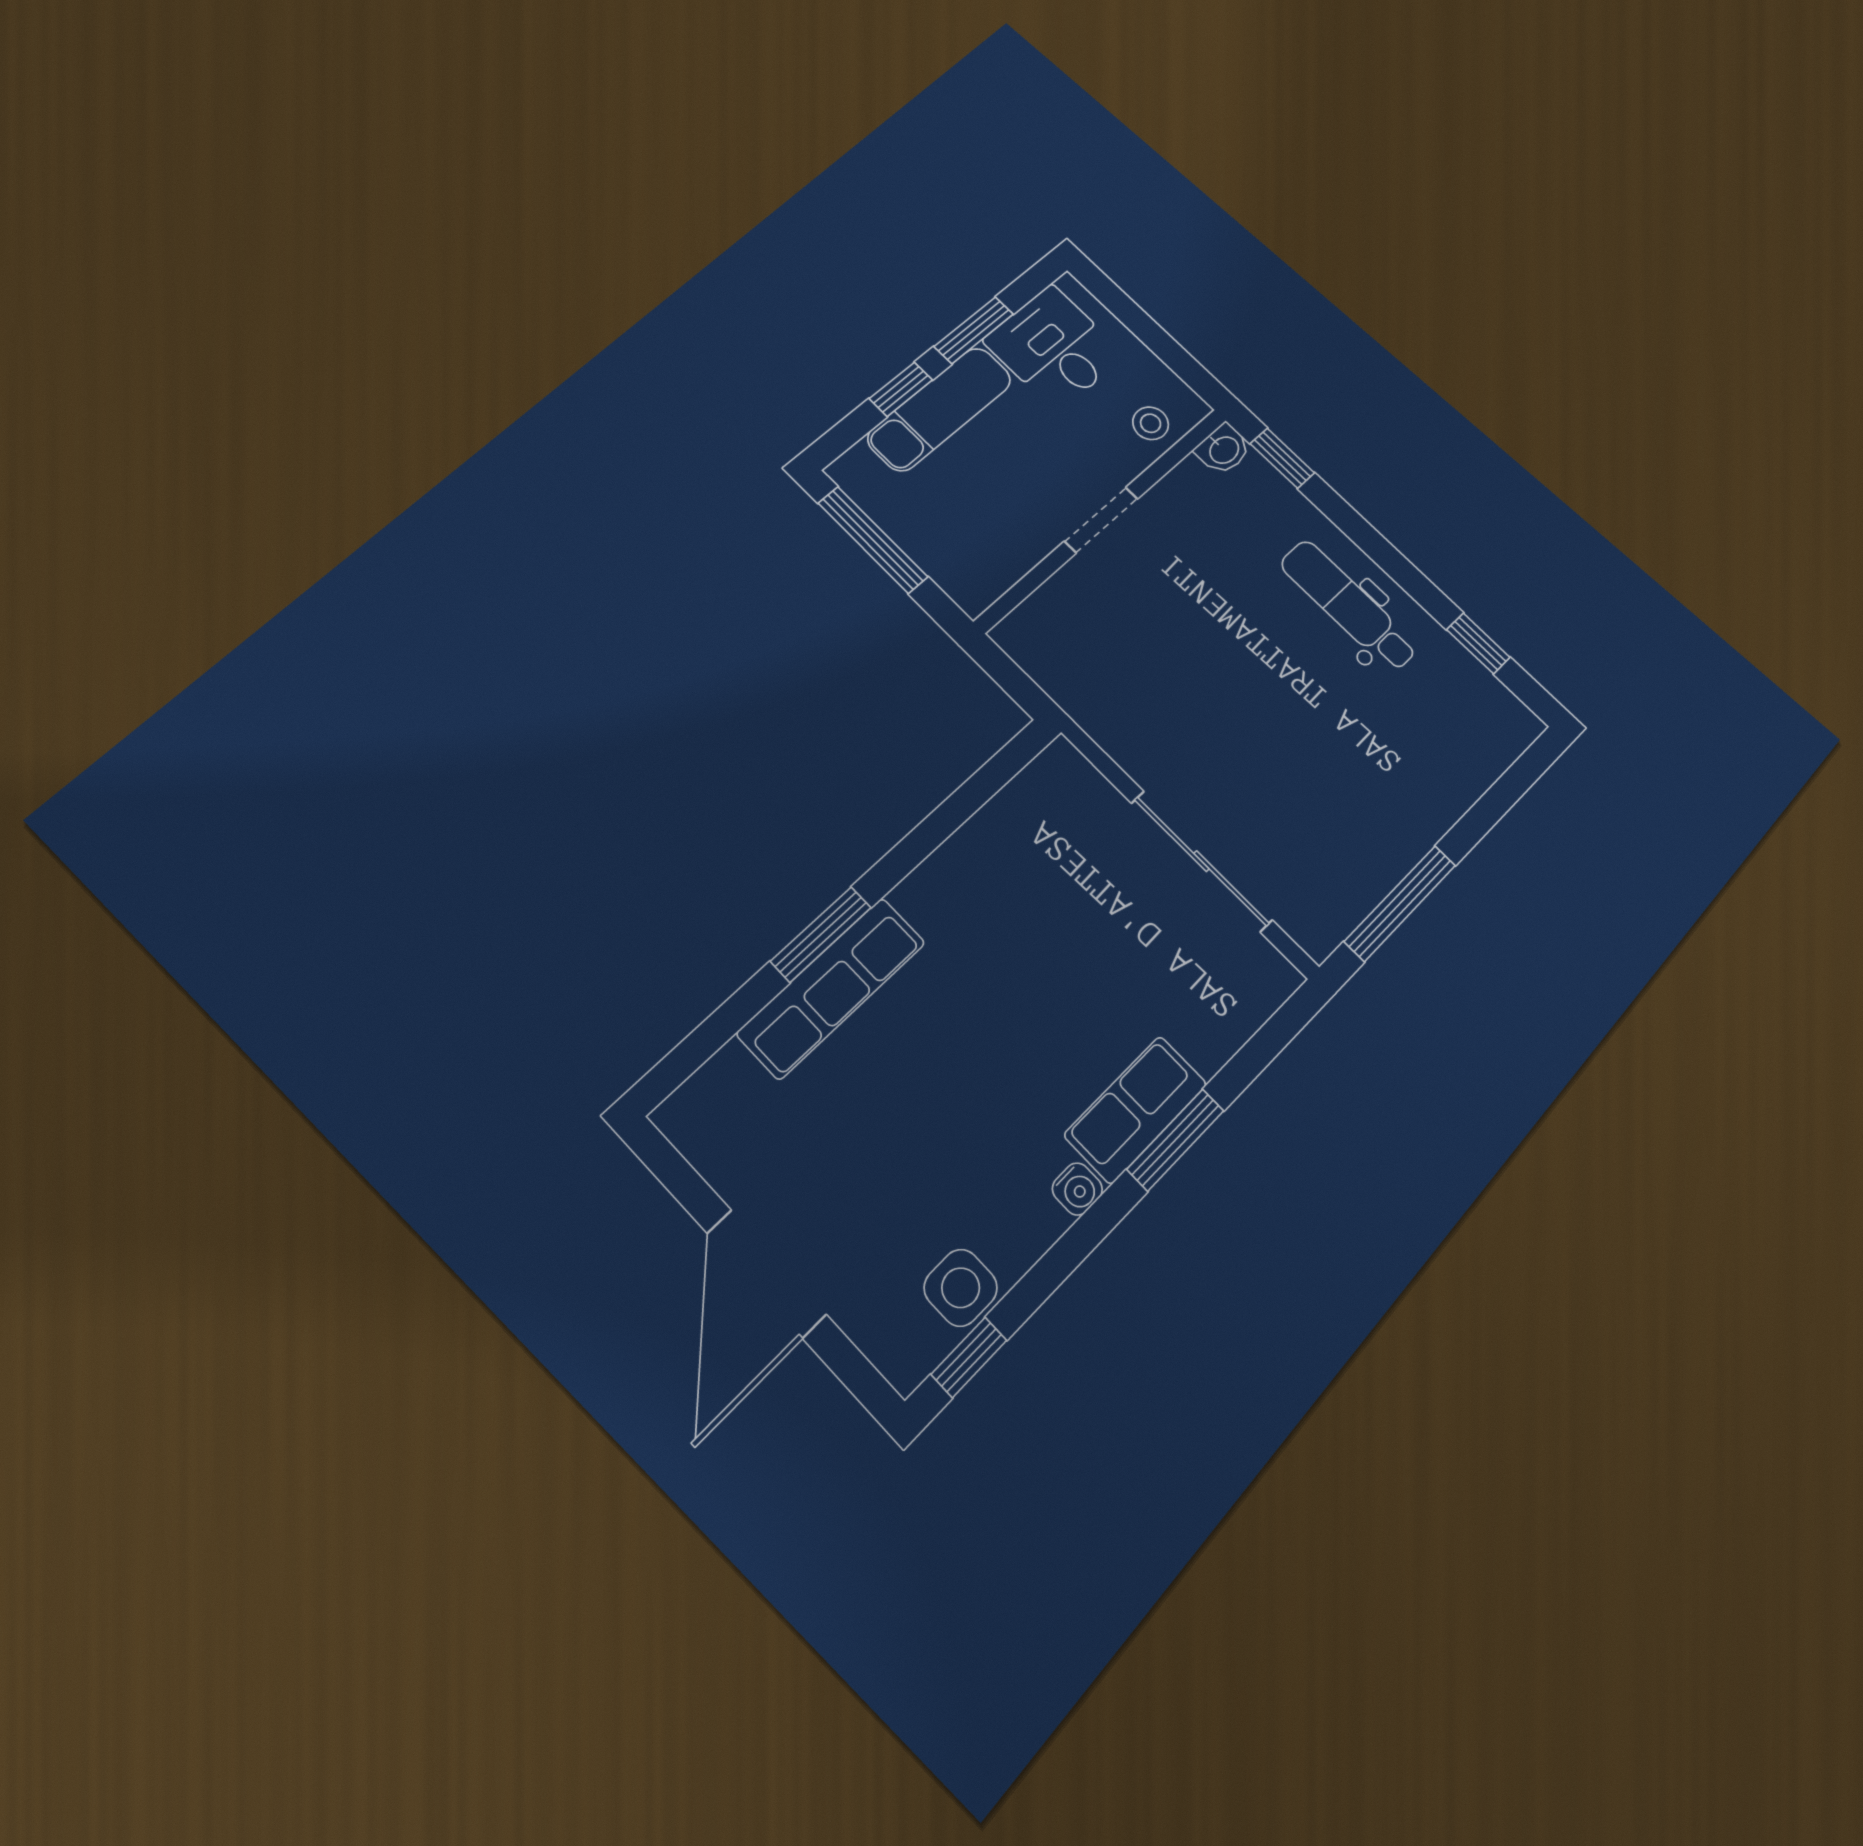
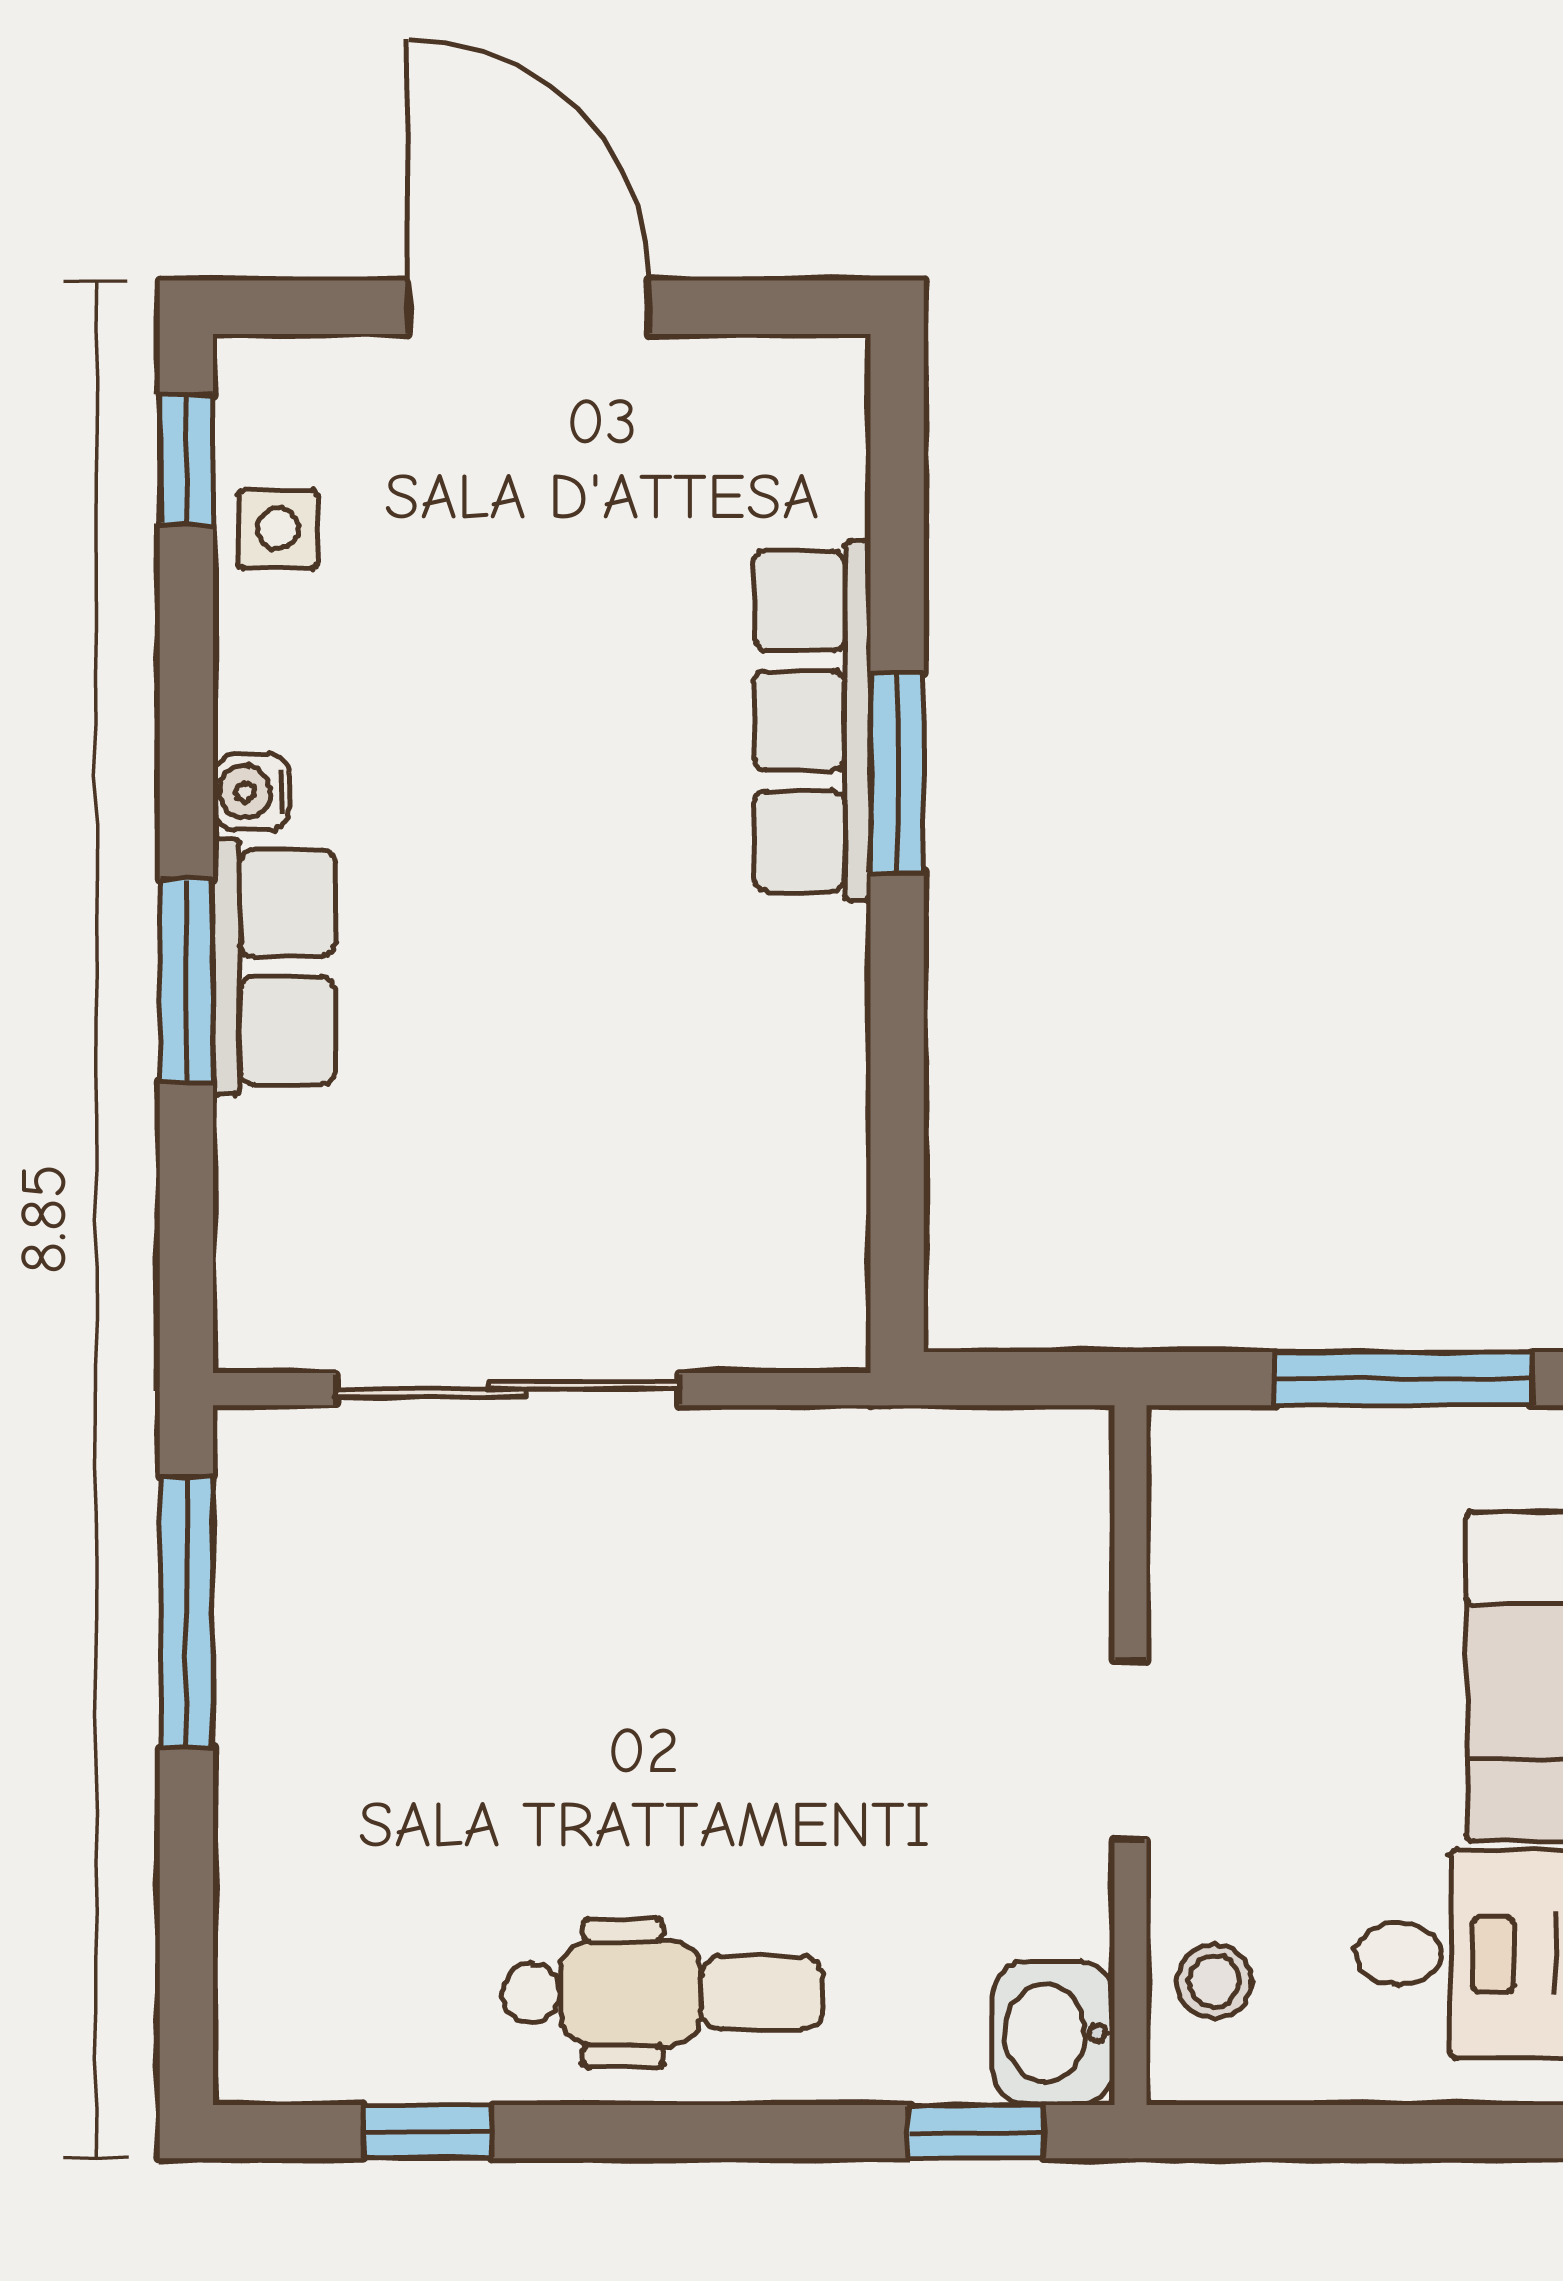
washbasin: (1223, 449) -> (1054, 2033), width x1.38, depth x1.45
side table: (961, 1288) -> (278, 529), width x0.73, depth x0.73

